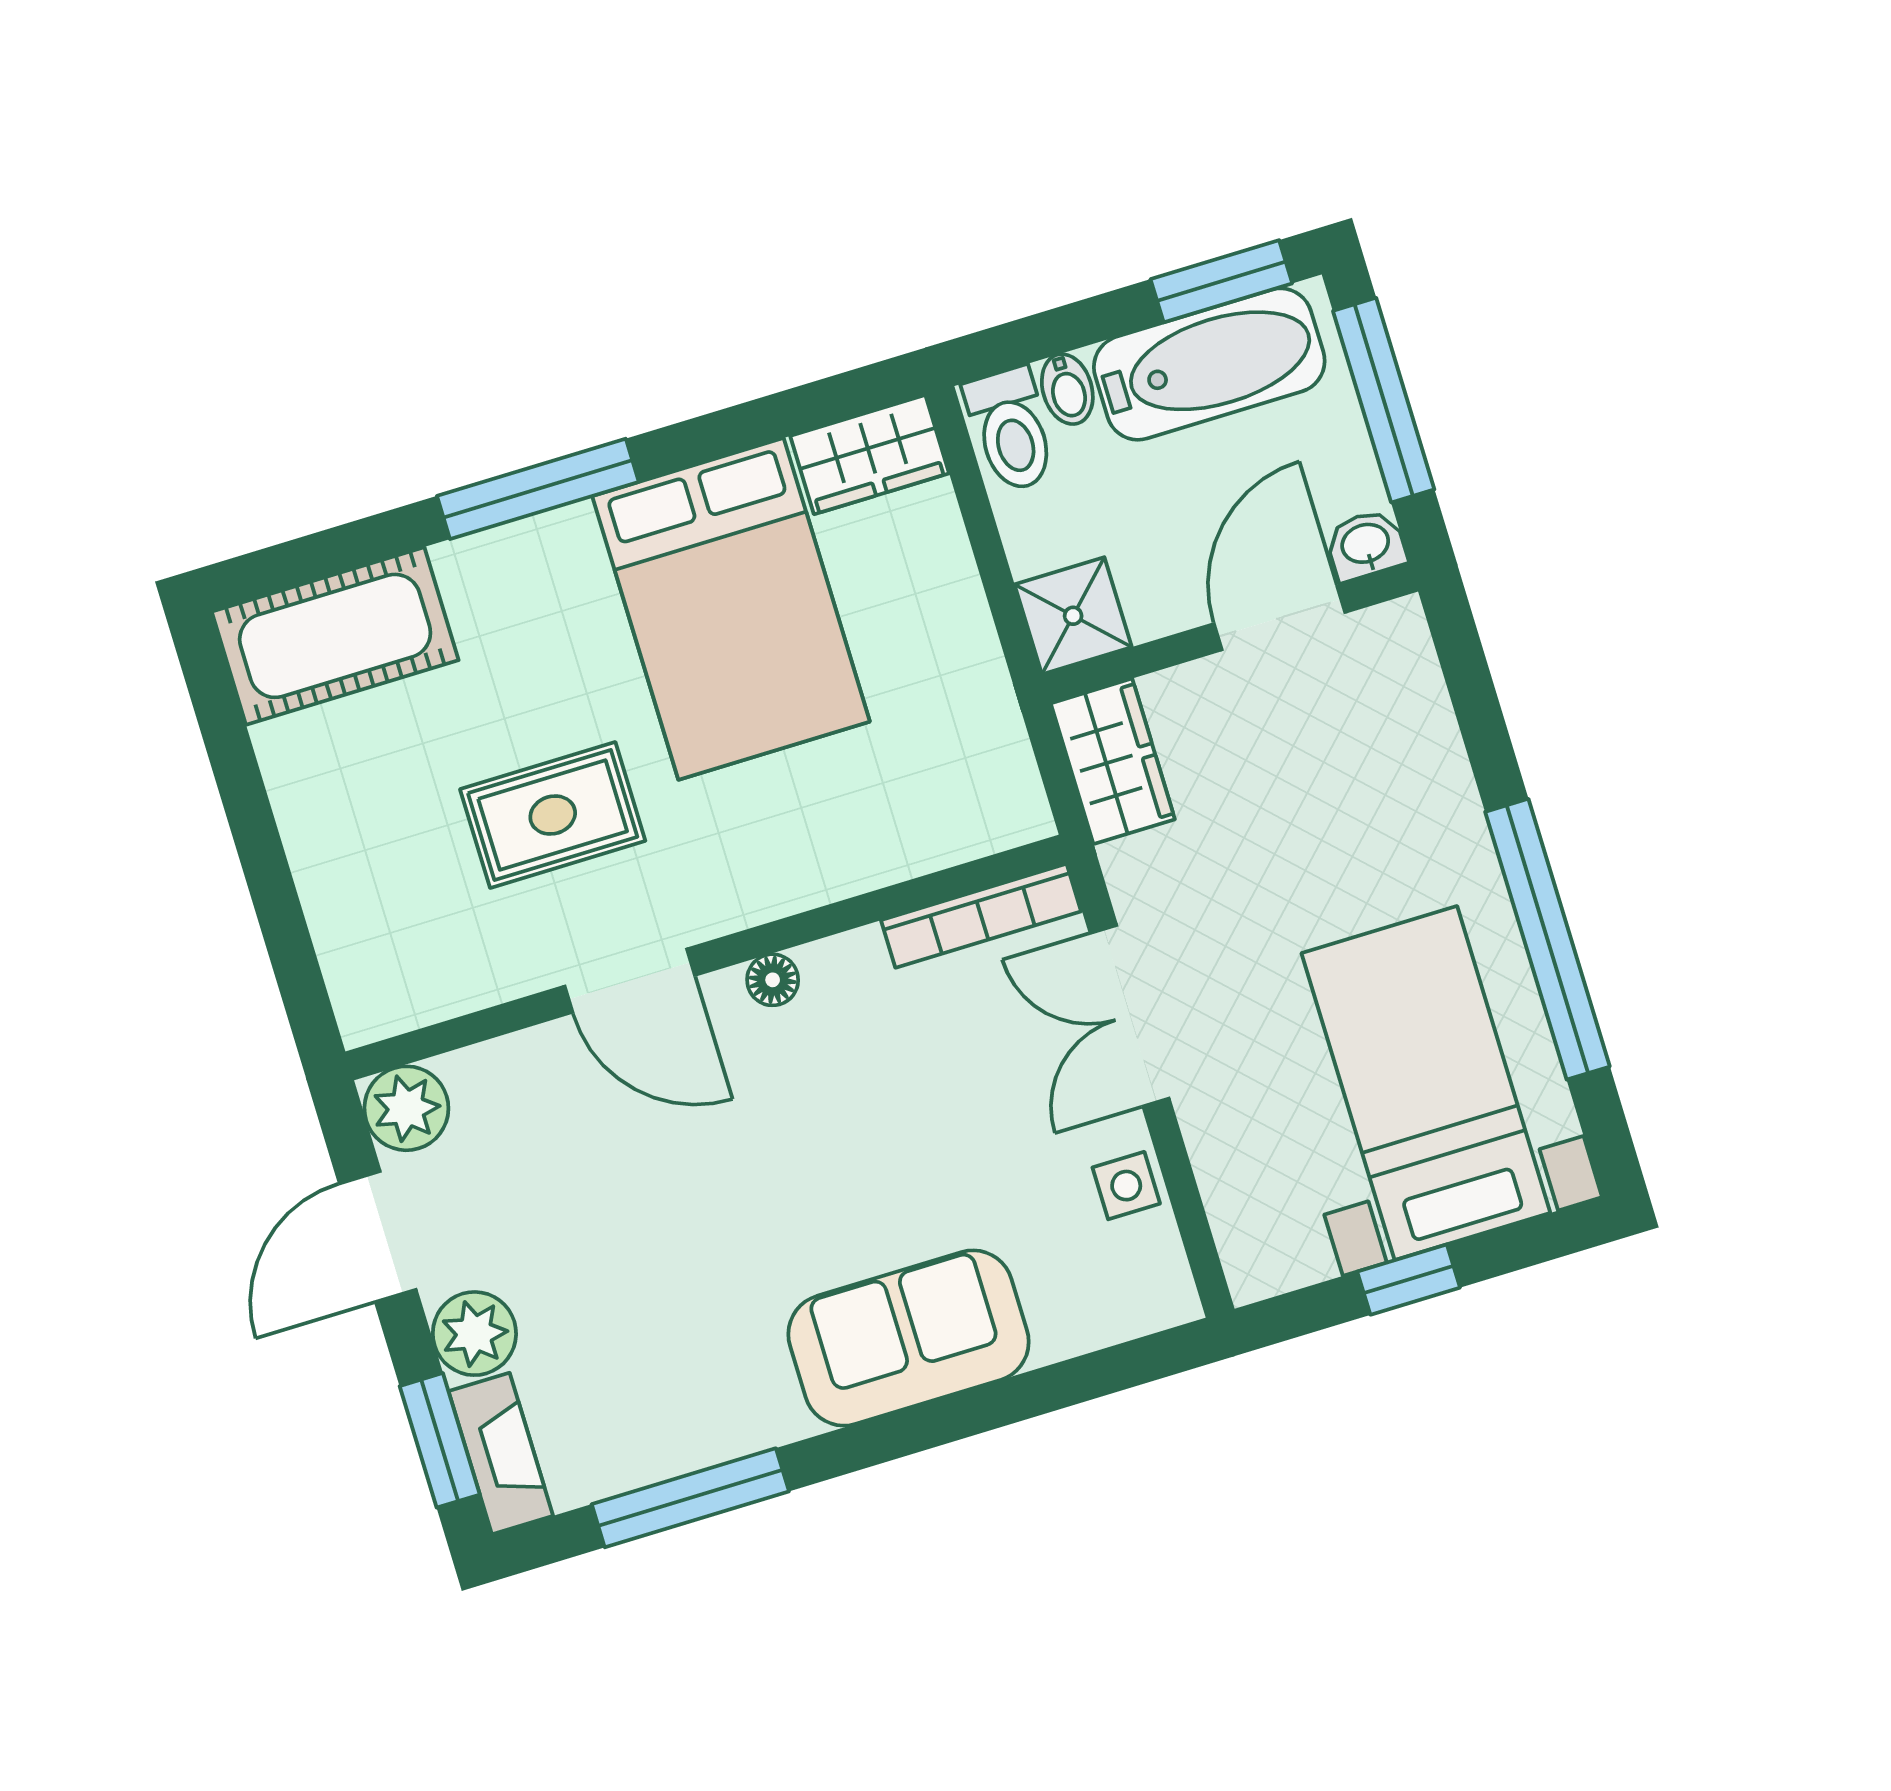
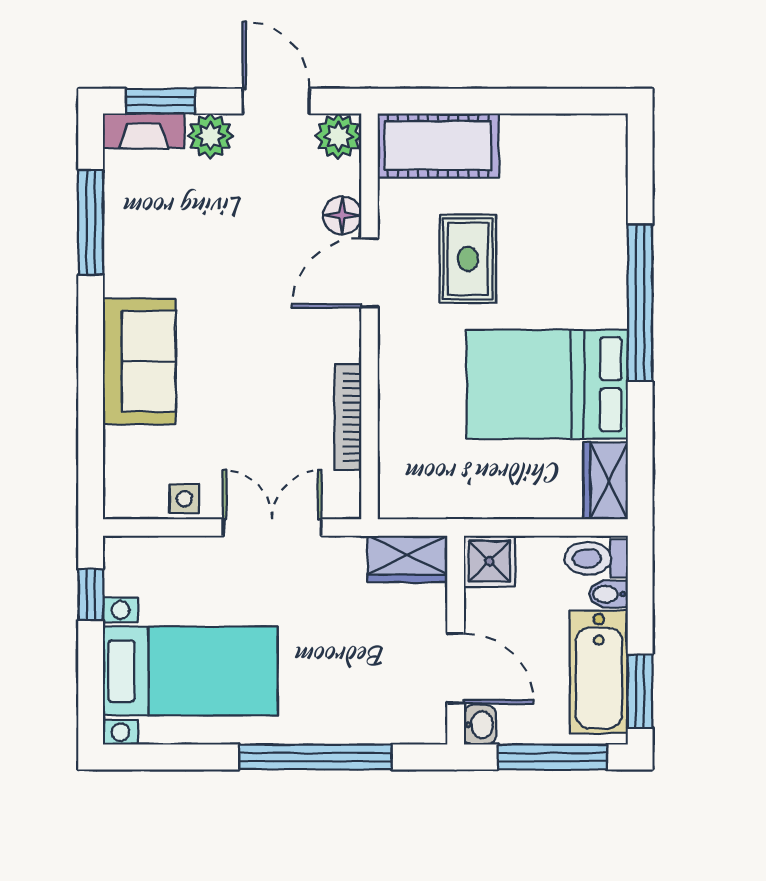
window: (538, 489) -> (640, 303), width x1.46
cot: (335, 636) -> (438, 146), moved, turned 90
bookcase: (981, 916) -> (348, 417), moved
window: (1547, 939) -> (316, 757), moved
floor lamp: (773, 980) -> (342, 215), moved, width x1.37, depth x1.37
window: (1409, 1280) -> (91, 595), moved

